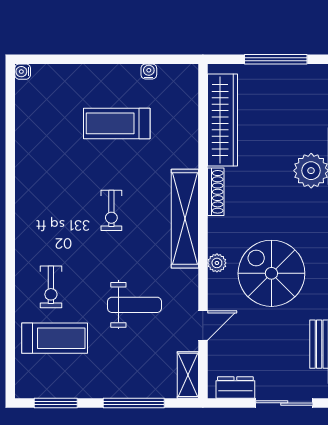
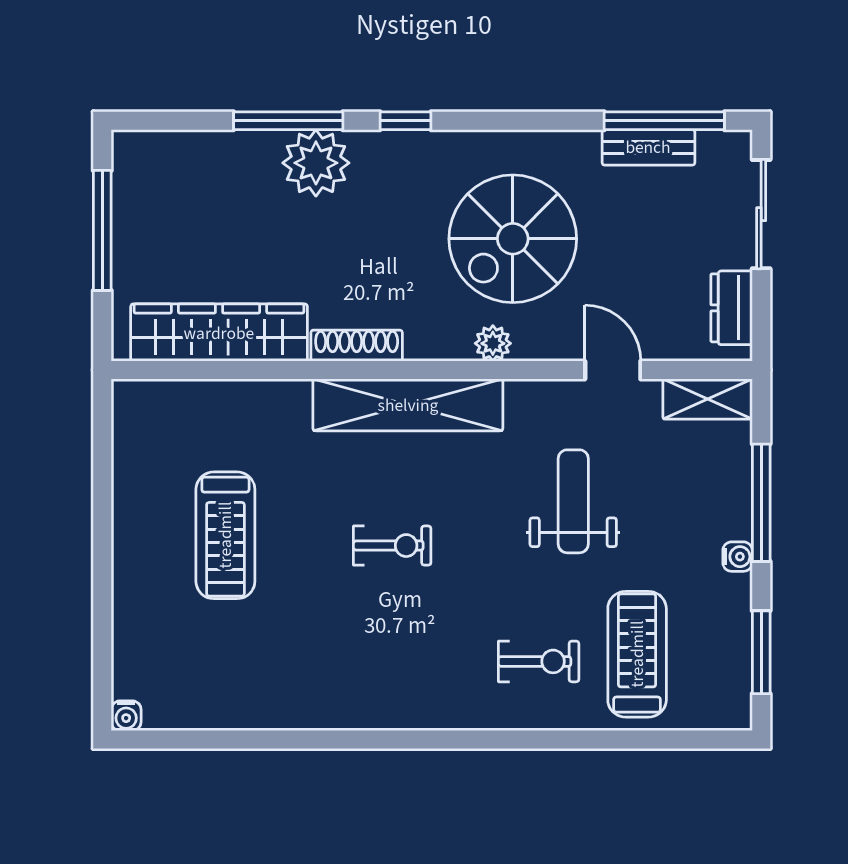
water cooler: (149, 71) -> (738, 557), moved, turned 180

